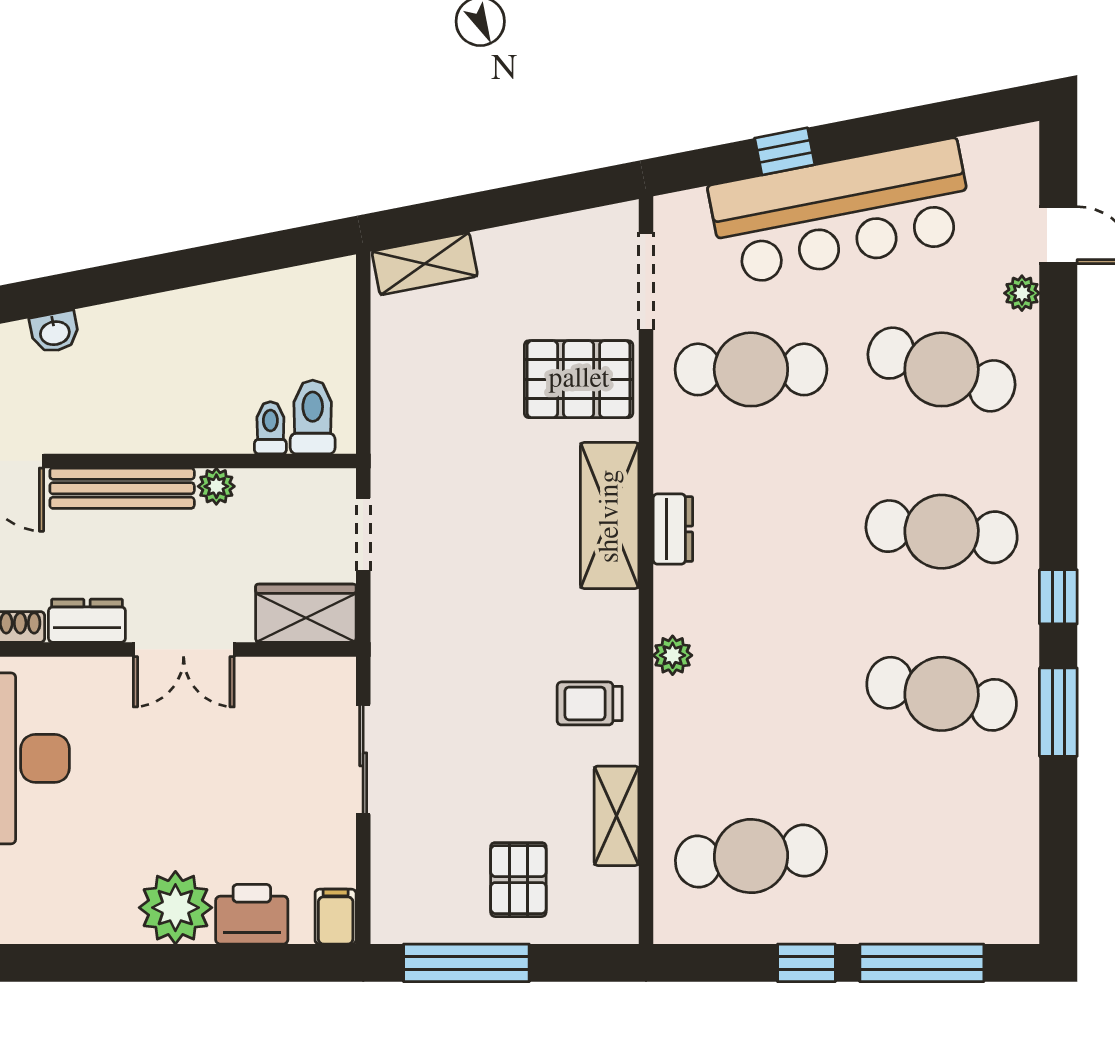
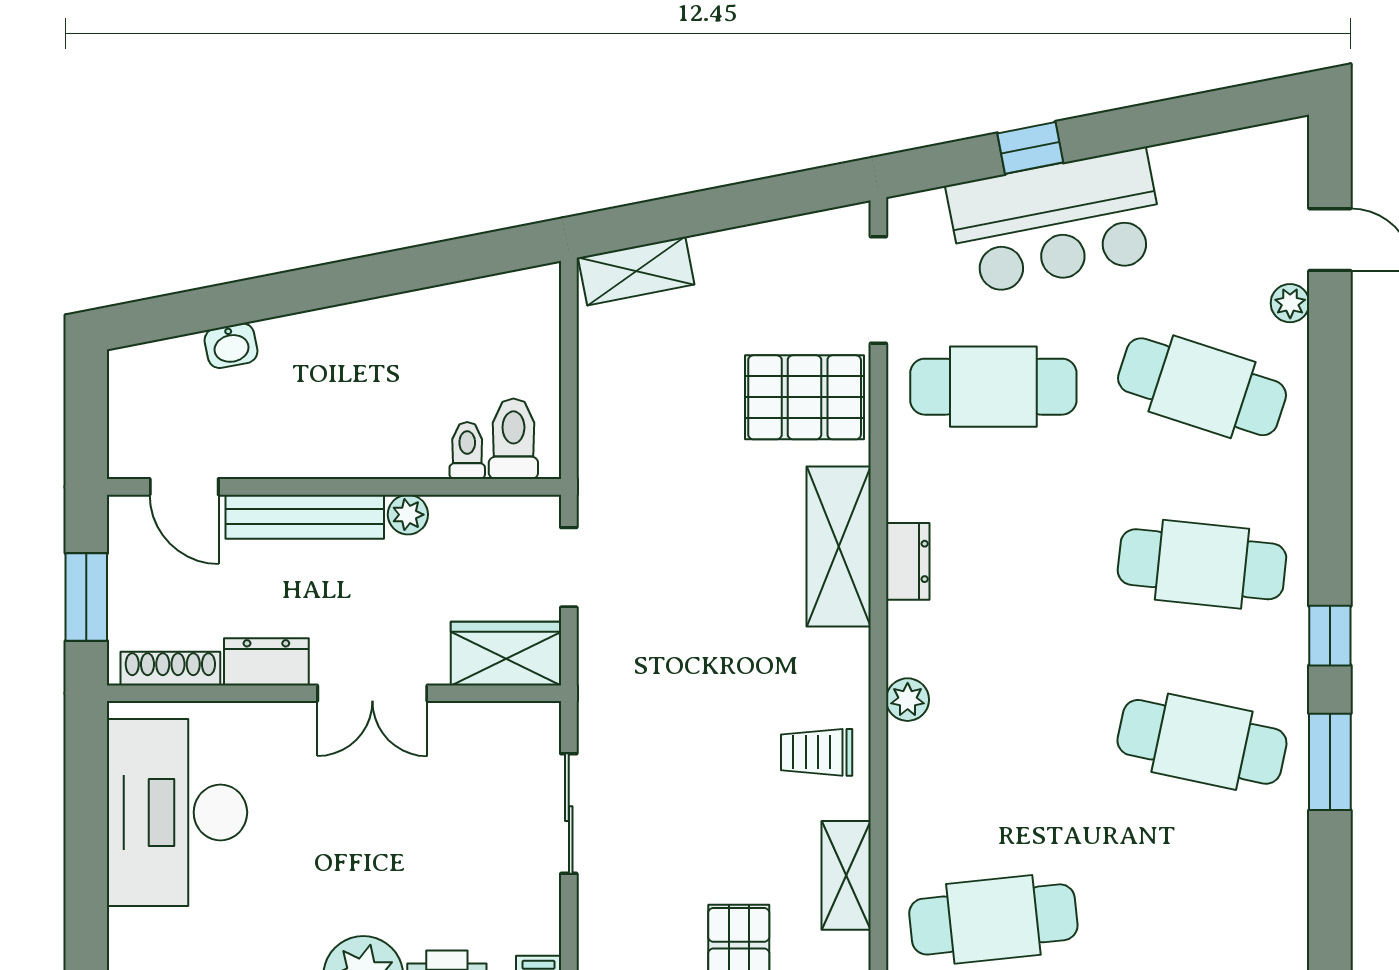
bar counter: (842, 212) -> (1056, 222), width x0.73

